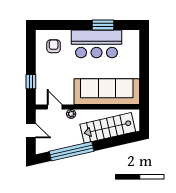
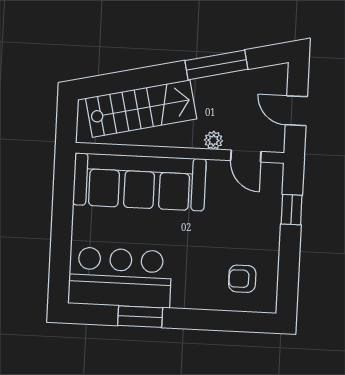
bar counter: (96, 44) -> (120, 278), moved
armchair: (54, 46) -> (242, 279), turned 90
window: (72, 151) -> (216, 65), width x0.68

